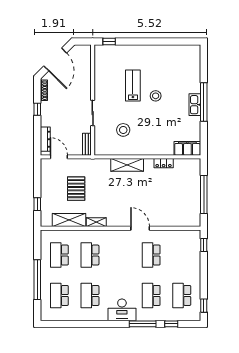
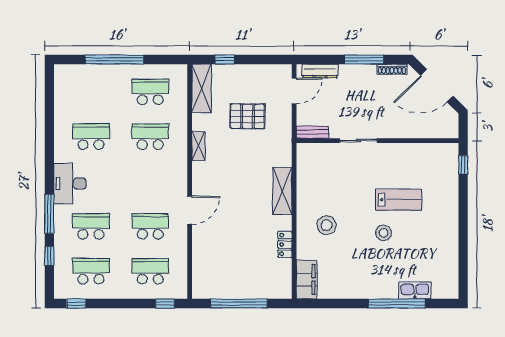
window: (204, 102) -> (397, 304), moved
kitchen sink: (195, 105) -> (415, 290), moved
window: (37, 109) -> (364, 59), width x2.17
stool: (123, 130) -> (327, 225), moved
shelving: (69, 220) -> (202, 88), moved
school desk: (59, 295) -> (150, 271), moved

